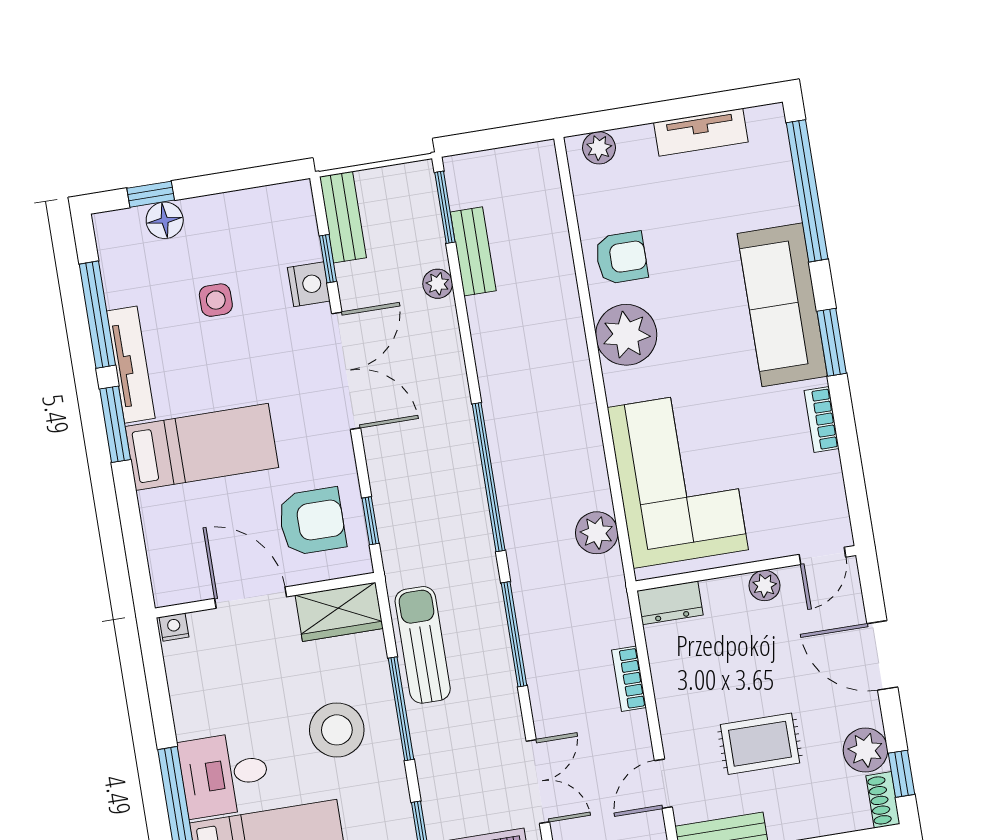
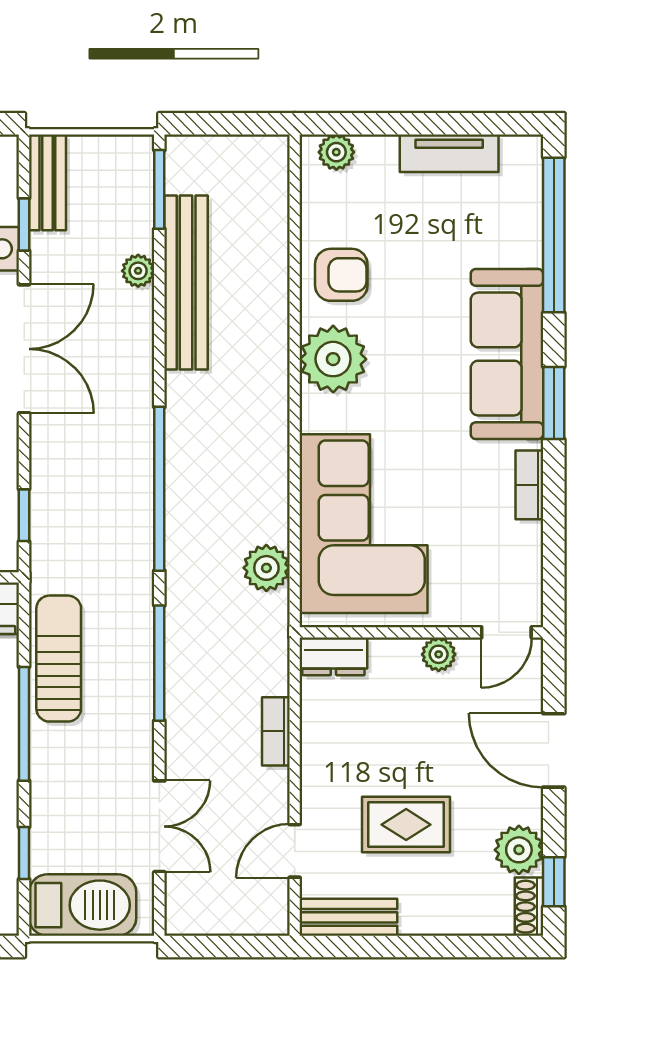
bench: (473, 251) -> (186, 282), width x1.86, depth x1.21

